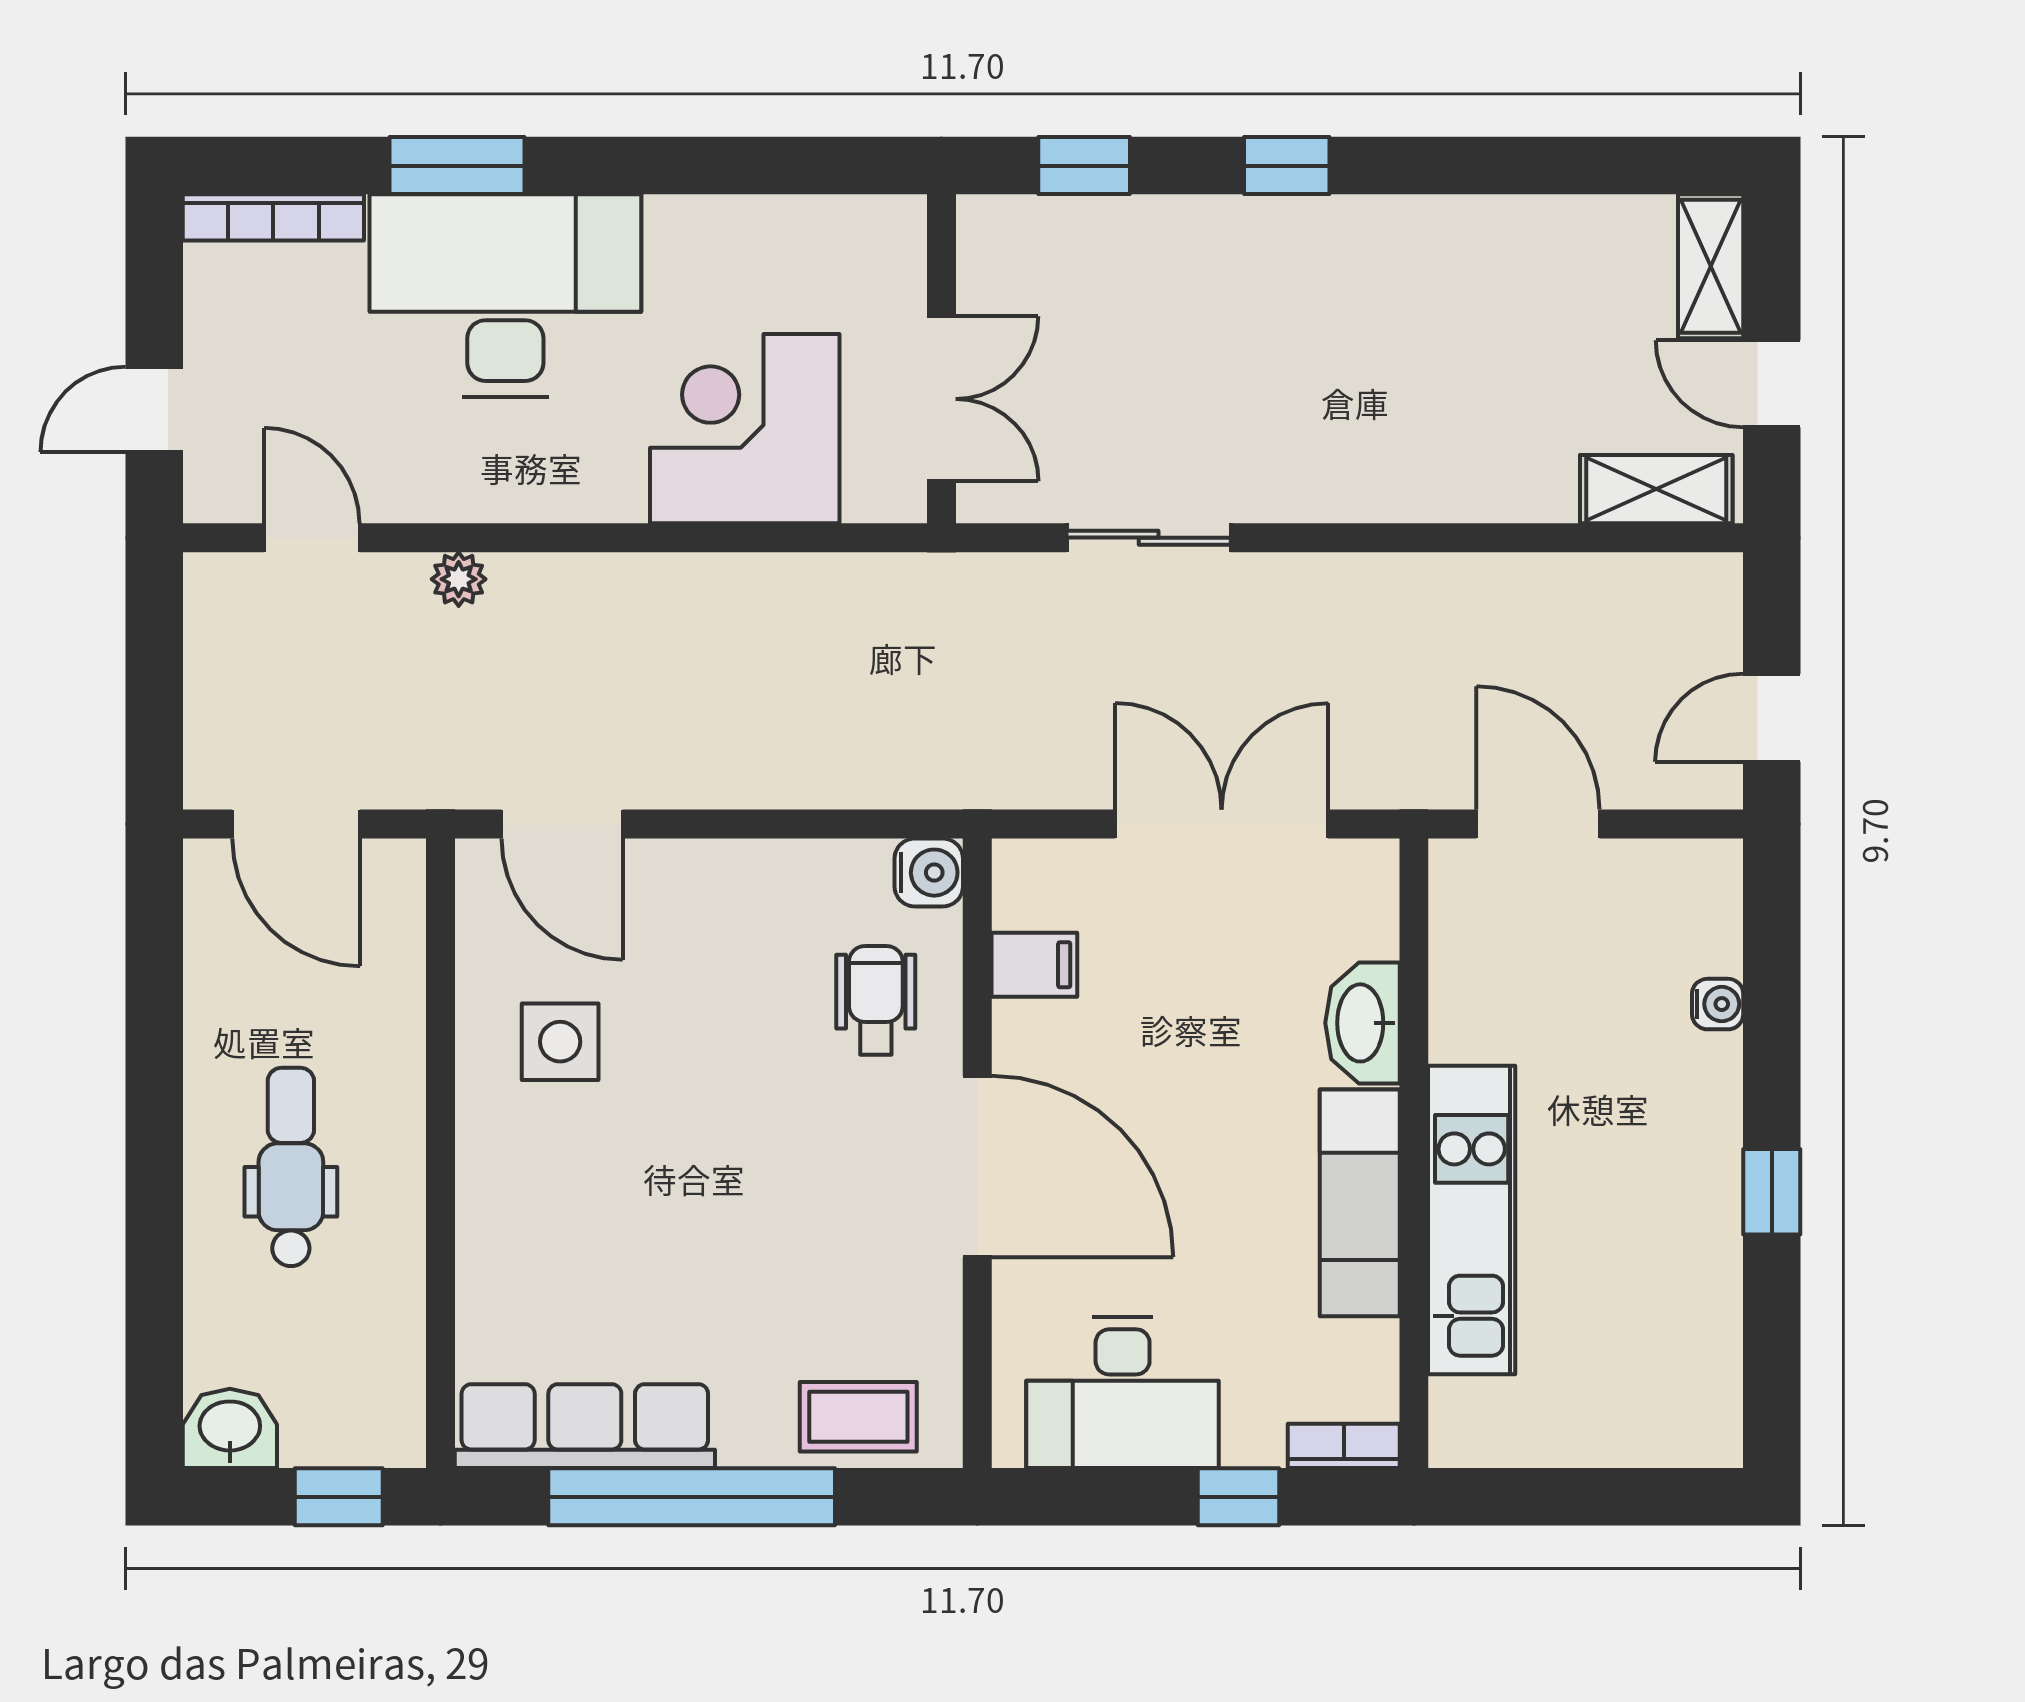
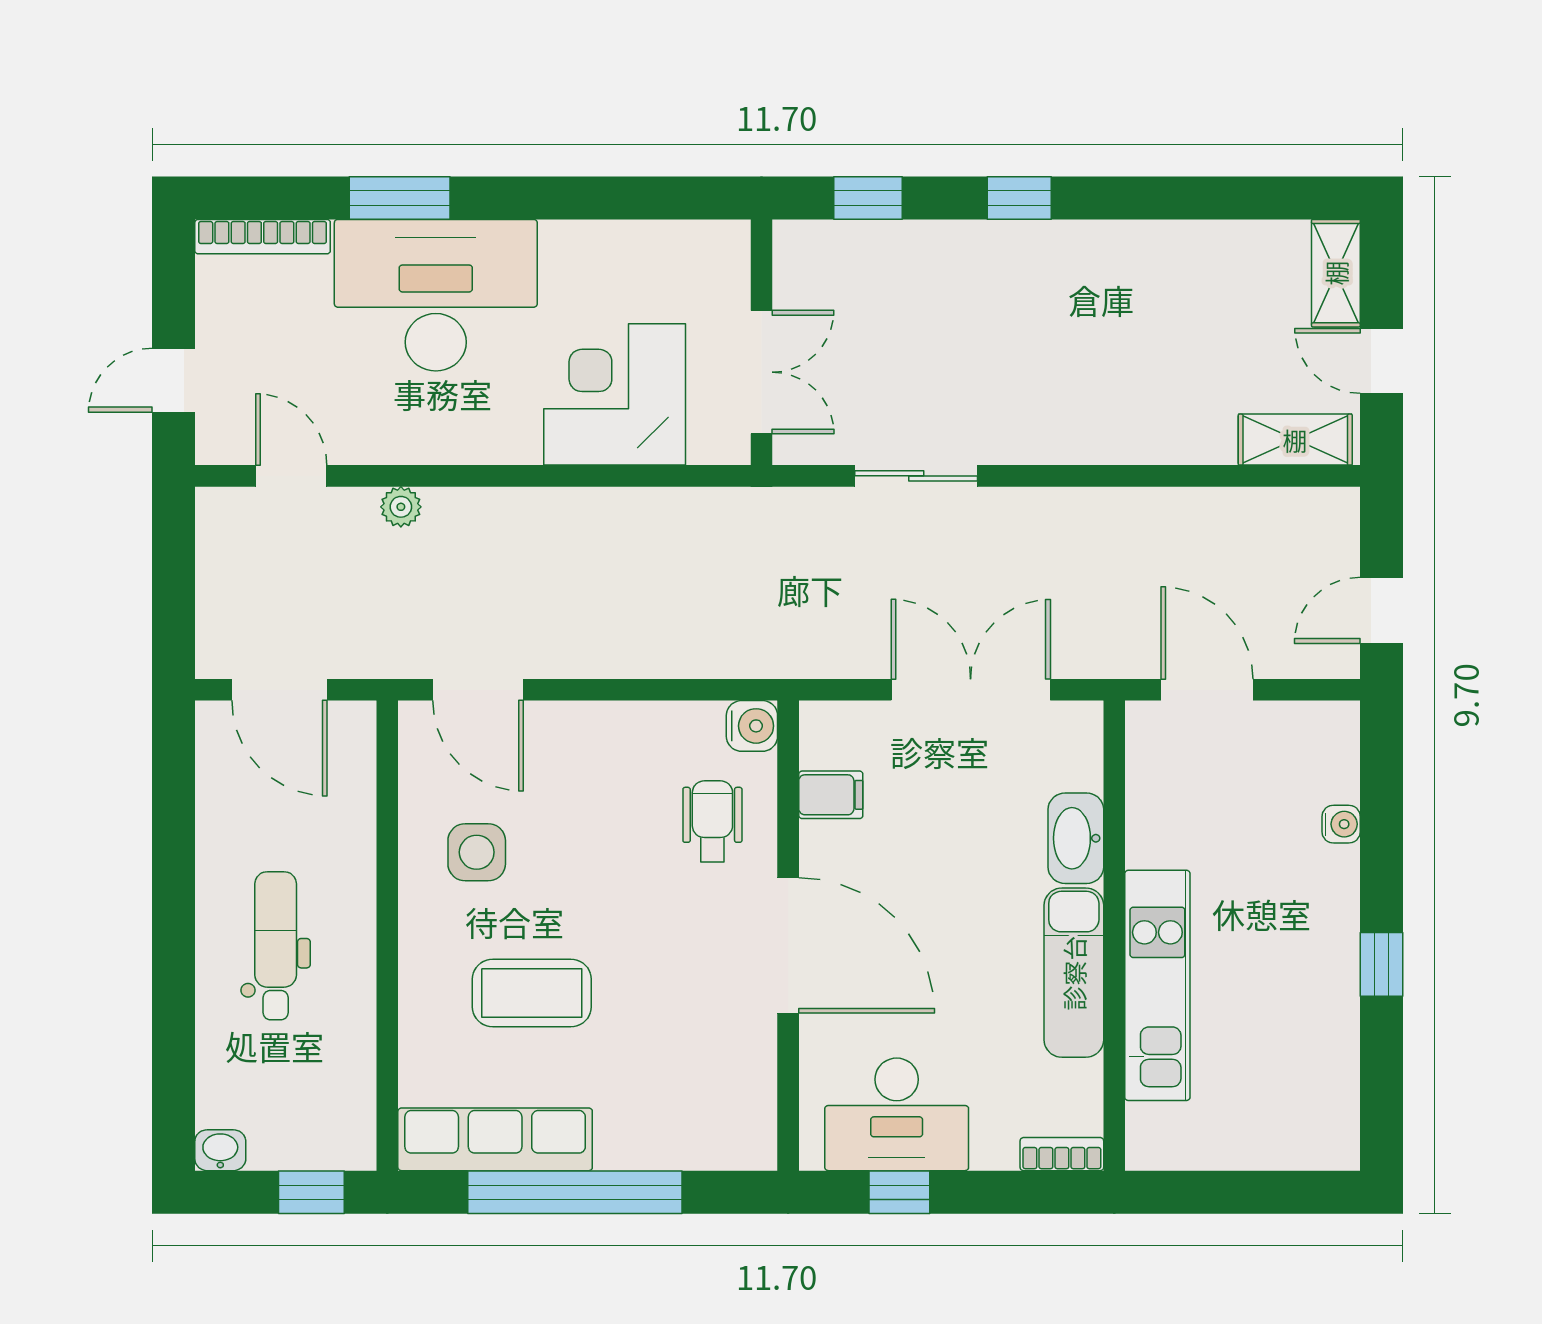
coffee table: (858, 1417) -> (532, 993), moved, width x1.36, depth x1.30
washbasin: (230, 1428) -> (220, 1150), width x0.72, depth x0.69
window: (1238, 1497) -> (899, 1192), moved

